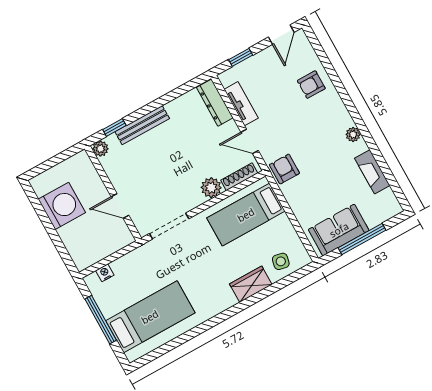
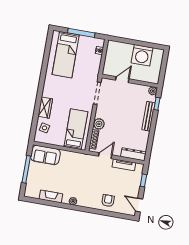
armchair: (284, 169) -> (82, 161), removed
sofa: (339, 230) -> (45, 155), moved, turned 90

